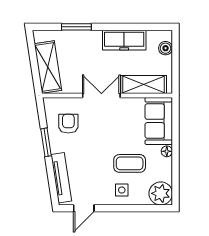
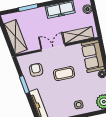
coffee table: (130, 163) -> (64, 74), moved

